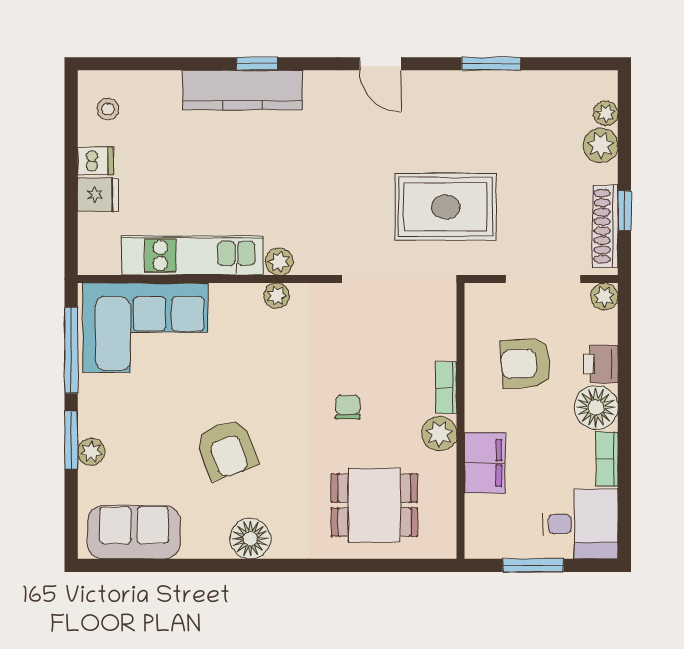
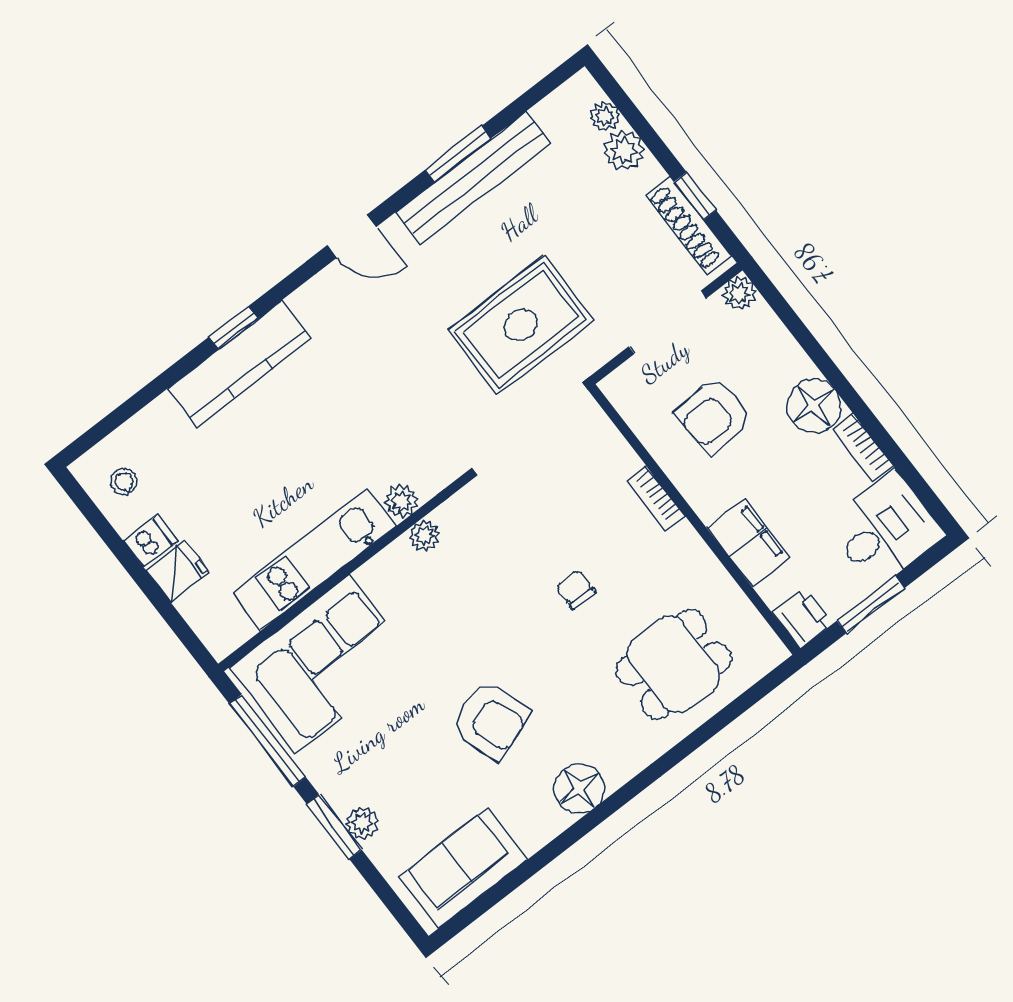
bench: (489, 87) -> (474, 178), added
printer: (601, 364) -> (802, 618), moved, turned 180
plant: (439, 434) -> (683, 547), removed

